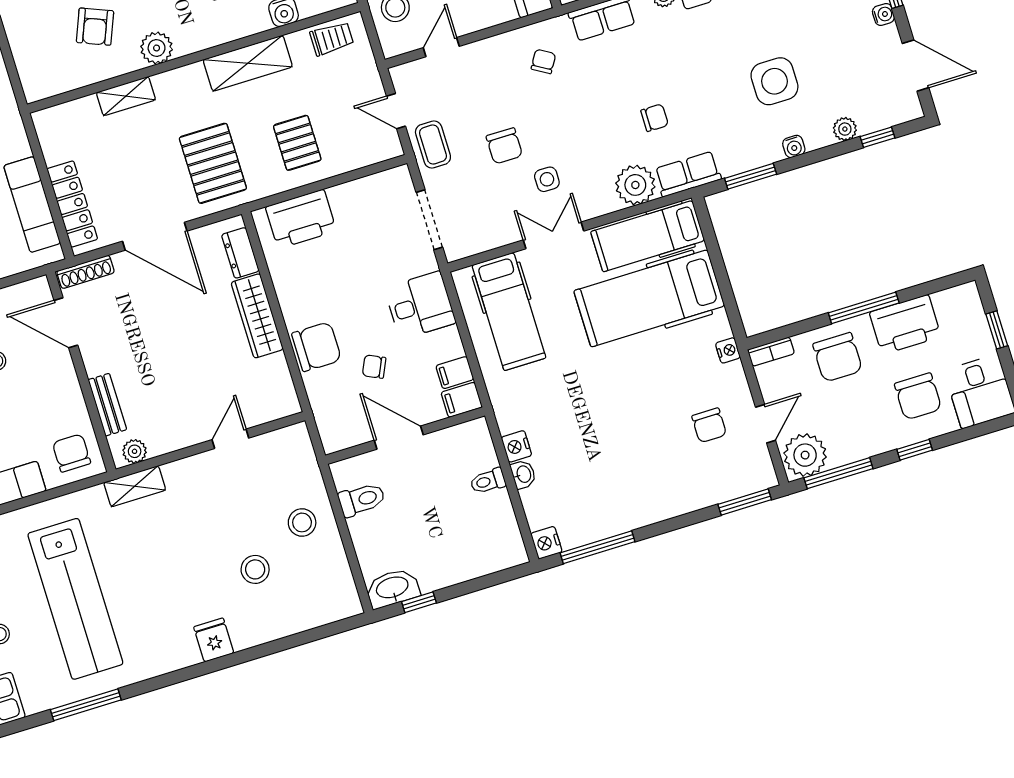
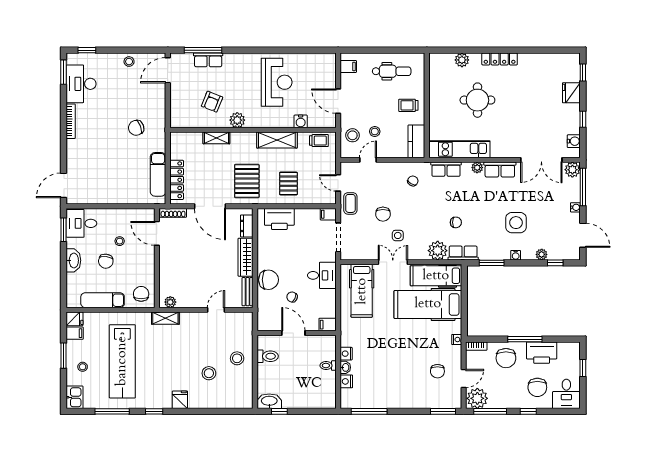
filing cabinet: (455, 373) -> (328, 214), moved
bench: (107, 405) -> (248, 292), moved
nightstand: (546, 543) -> (346, 381), moved
window: (170, 679) -> (154, 411), added

